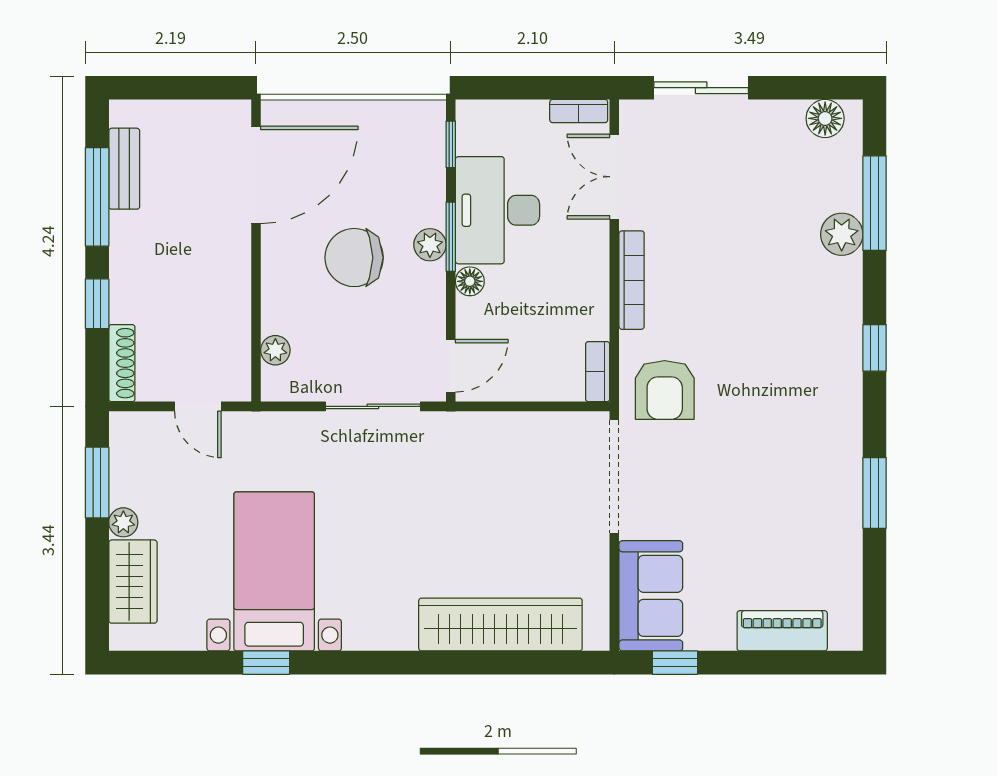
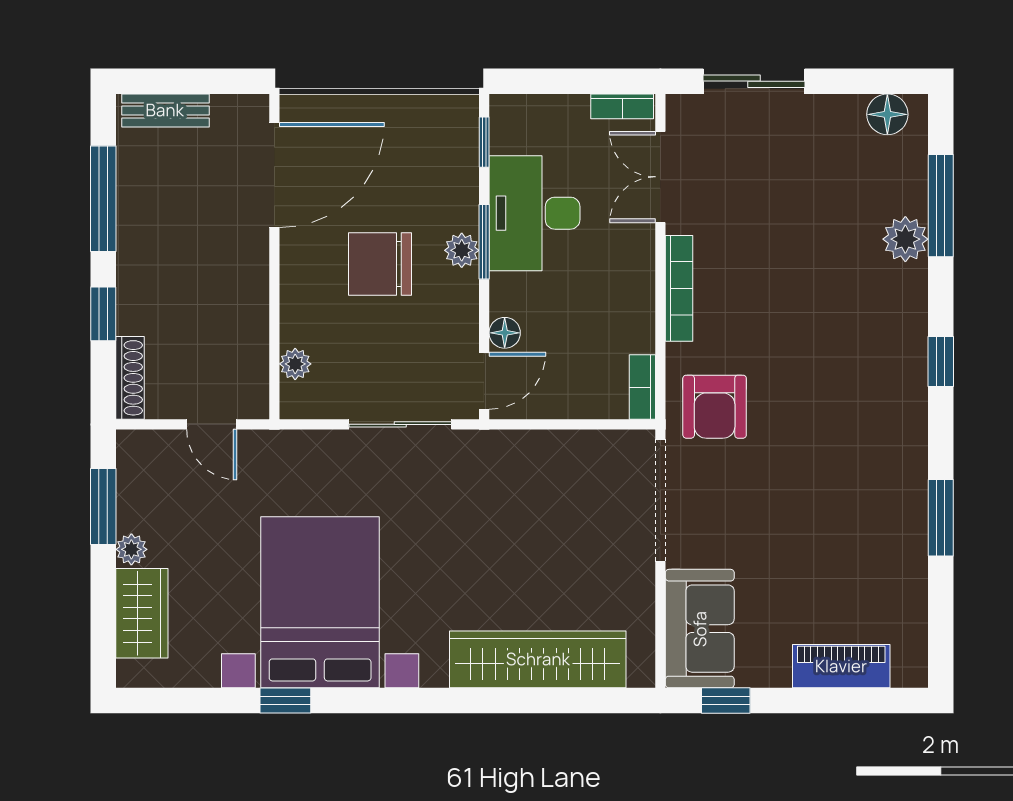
bench: (124, 169) -> (165, 110), moved, turned 90
floor lamp: (470, 281) -> (505, 333), moved
bed with nightstands: (274, 571) -> (320, 602), width x1.36

